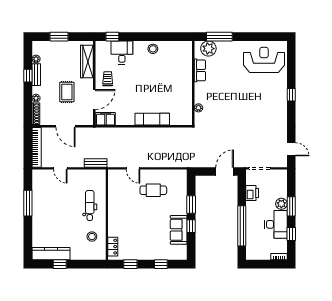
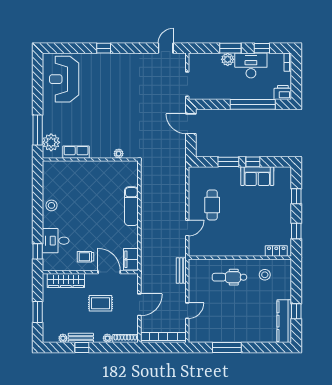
printer: (252, 193) -> (283, 93), moved

